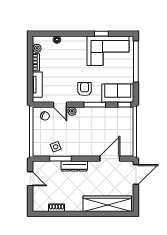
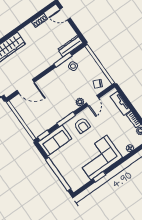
corner sofa: (108, 51) -> (99, 158), moved
door: (60, 105) -> (92, 101), swing flipped
door: (110, 159) -> (26, 86), hinge flipped
dresser: (74, 166) -> (70, 46), moved
door: (30, 179) -> (65, 14), moved

